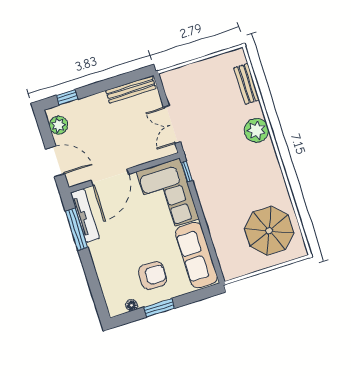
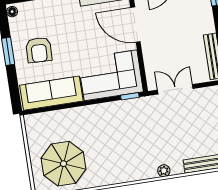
plant: (256, 130) -> (164, 171), width x0.53, depth x0.53
floor lamp: (132, 305) -> (12, 12), moved

